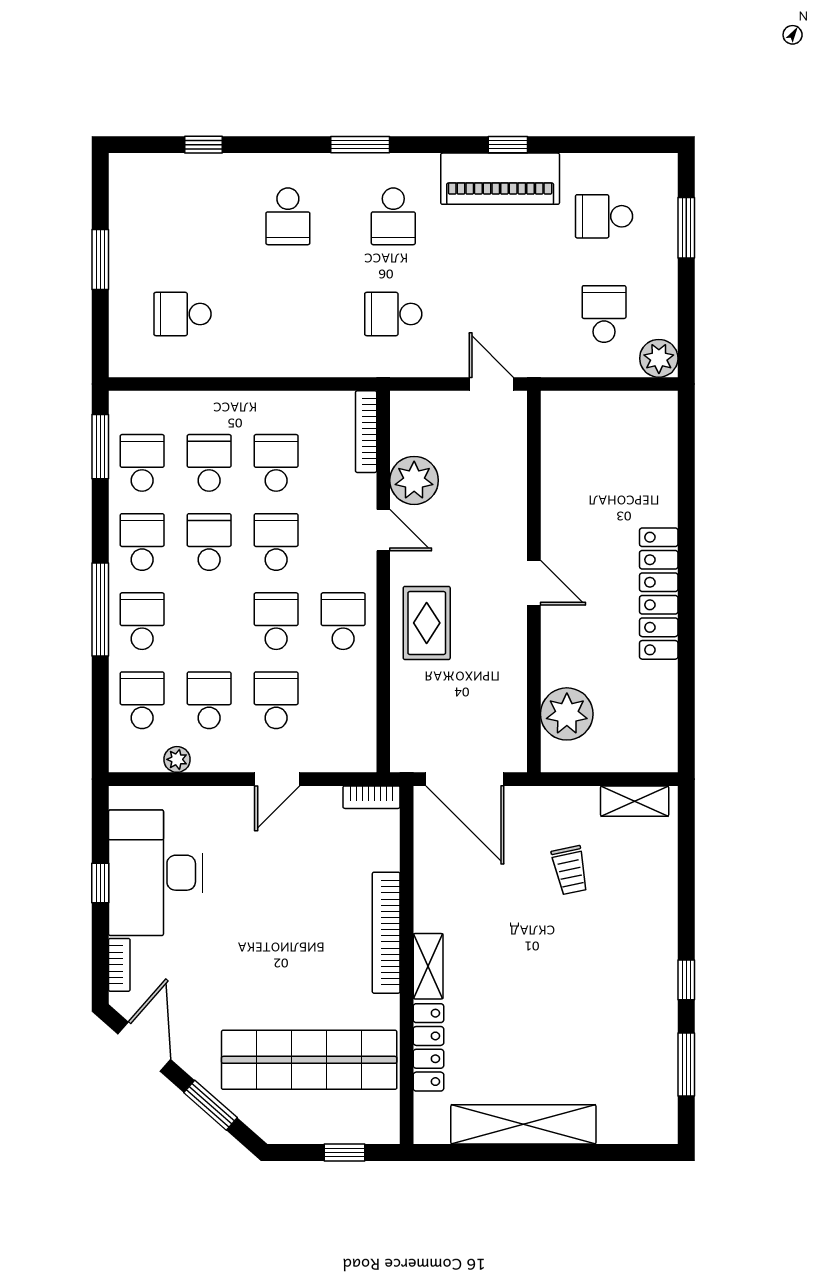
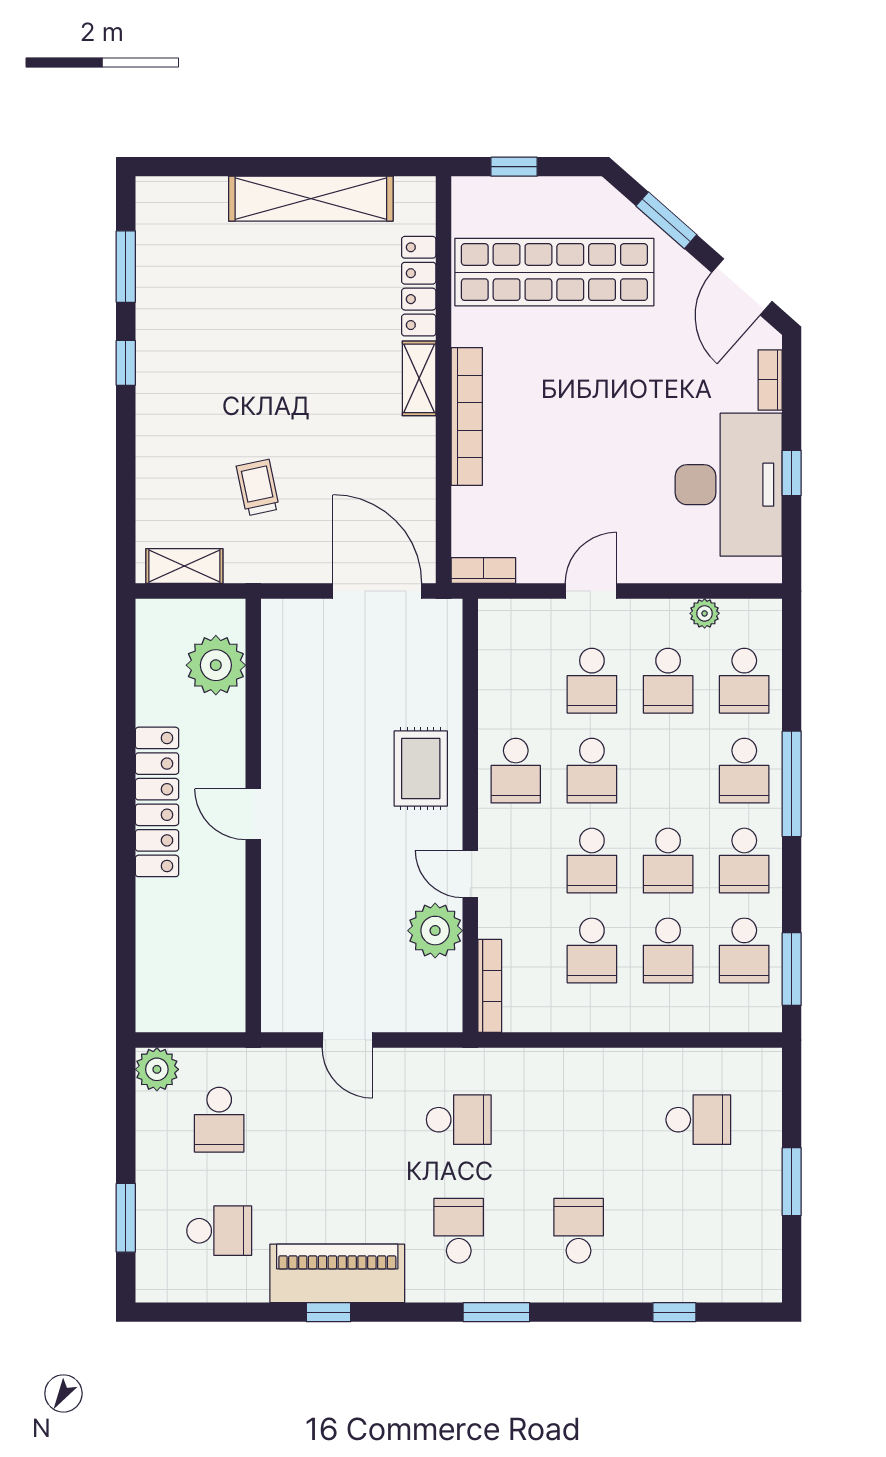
wall: (534, 582) -> (253, 816), moved
door: (534, 583) -> (253, 814), moved
plant: (567, 714) -> (216, 665), moved

